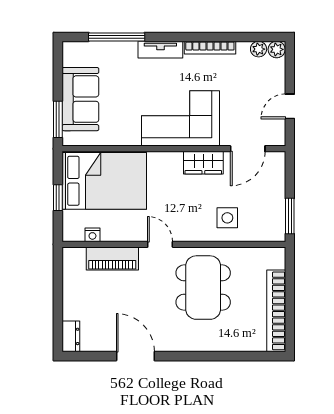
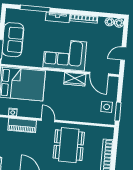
door: (248, 149) -> (99, 74), hinge flipped
side table: (227, 218) -> (107, 107), moved

